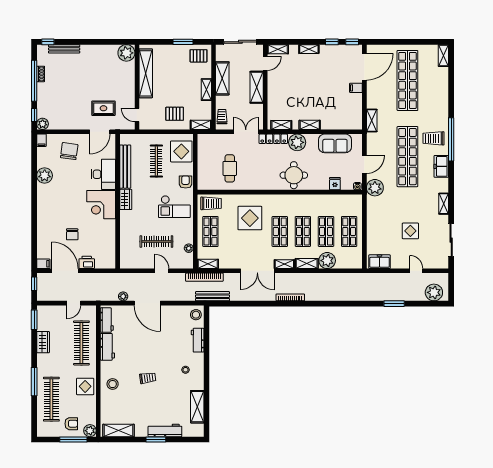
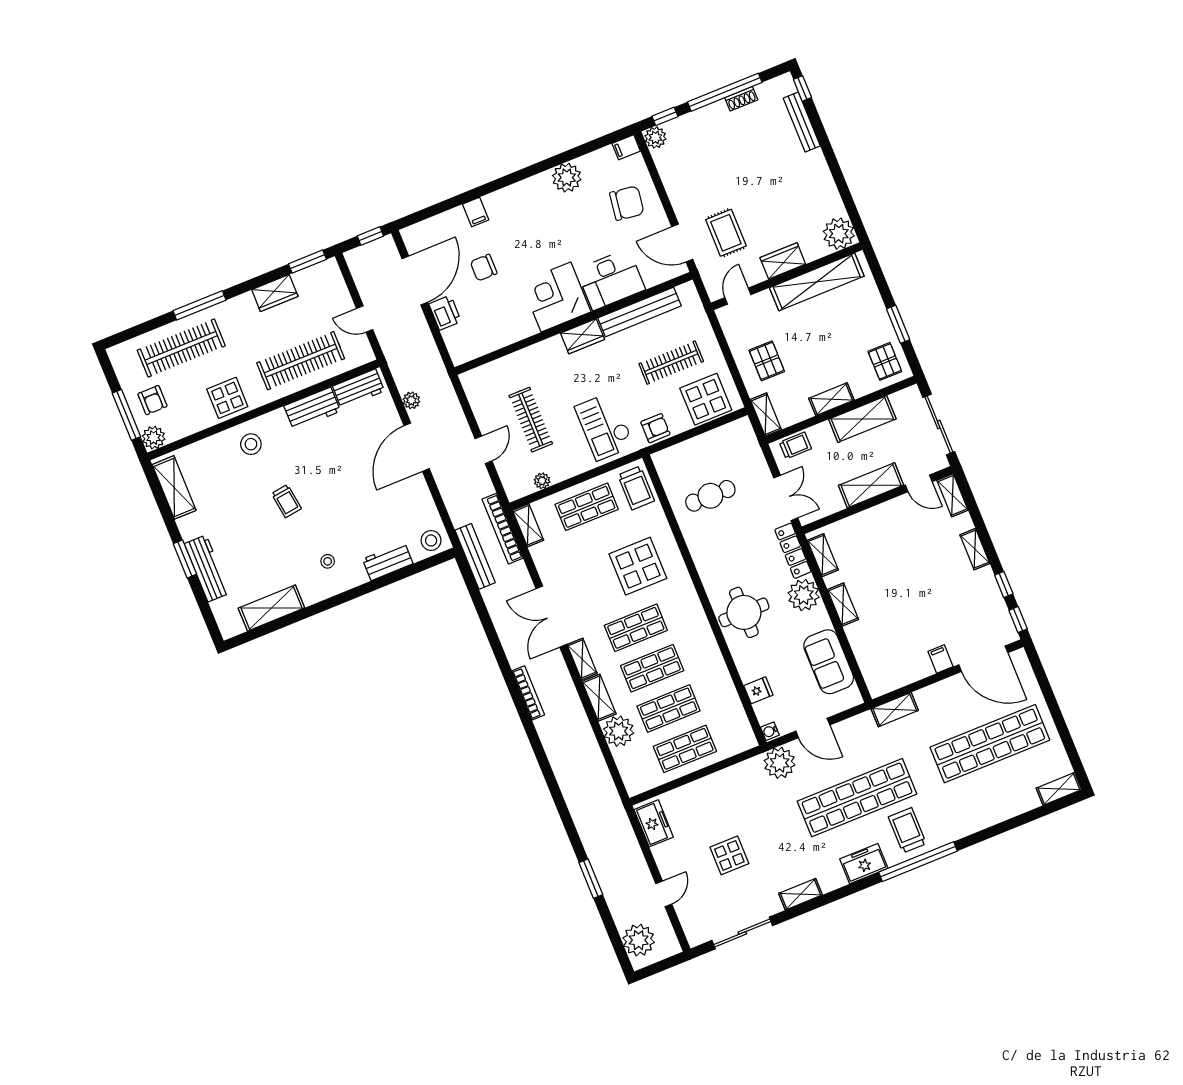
wardrobe: (129, 86) -> (783, 261), added
filing cabinet: (43, 264) -> (476, 212), moved

